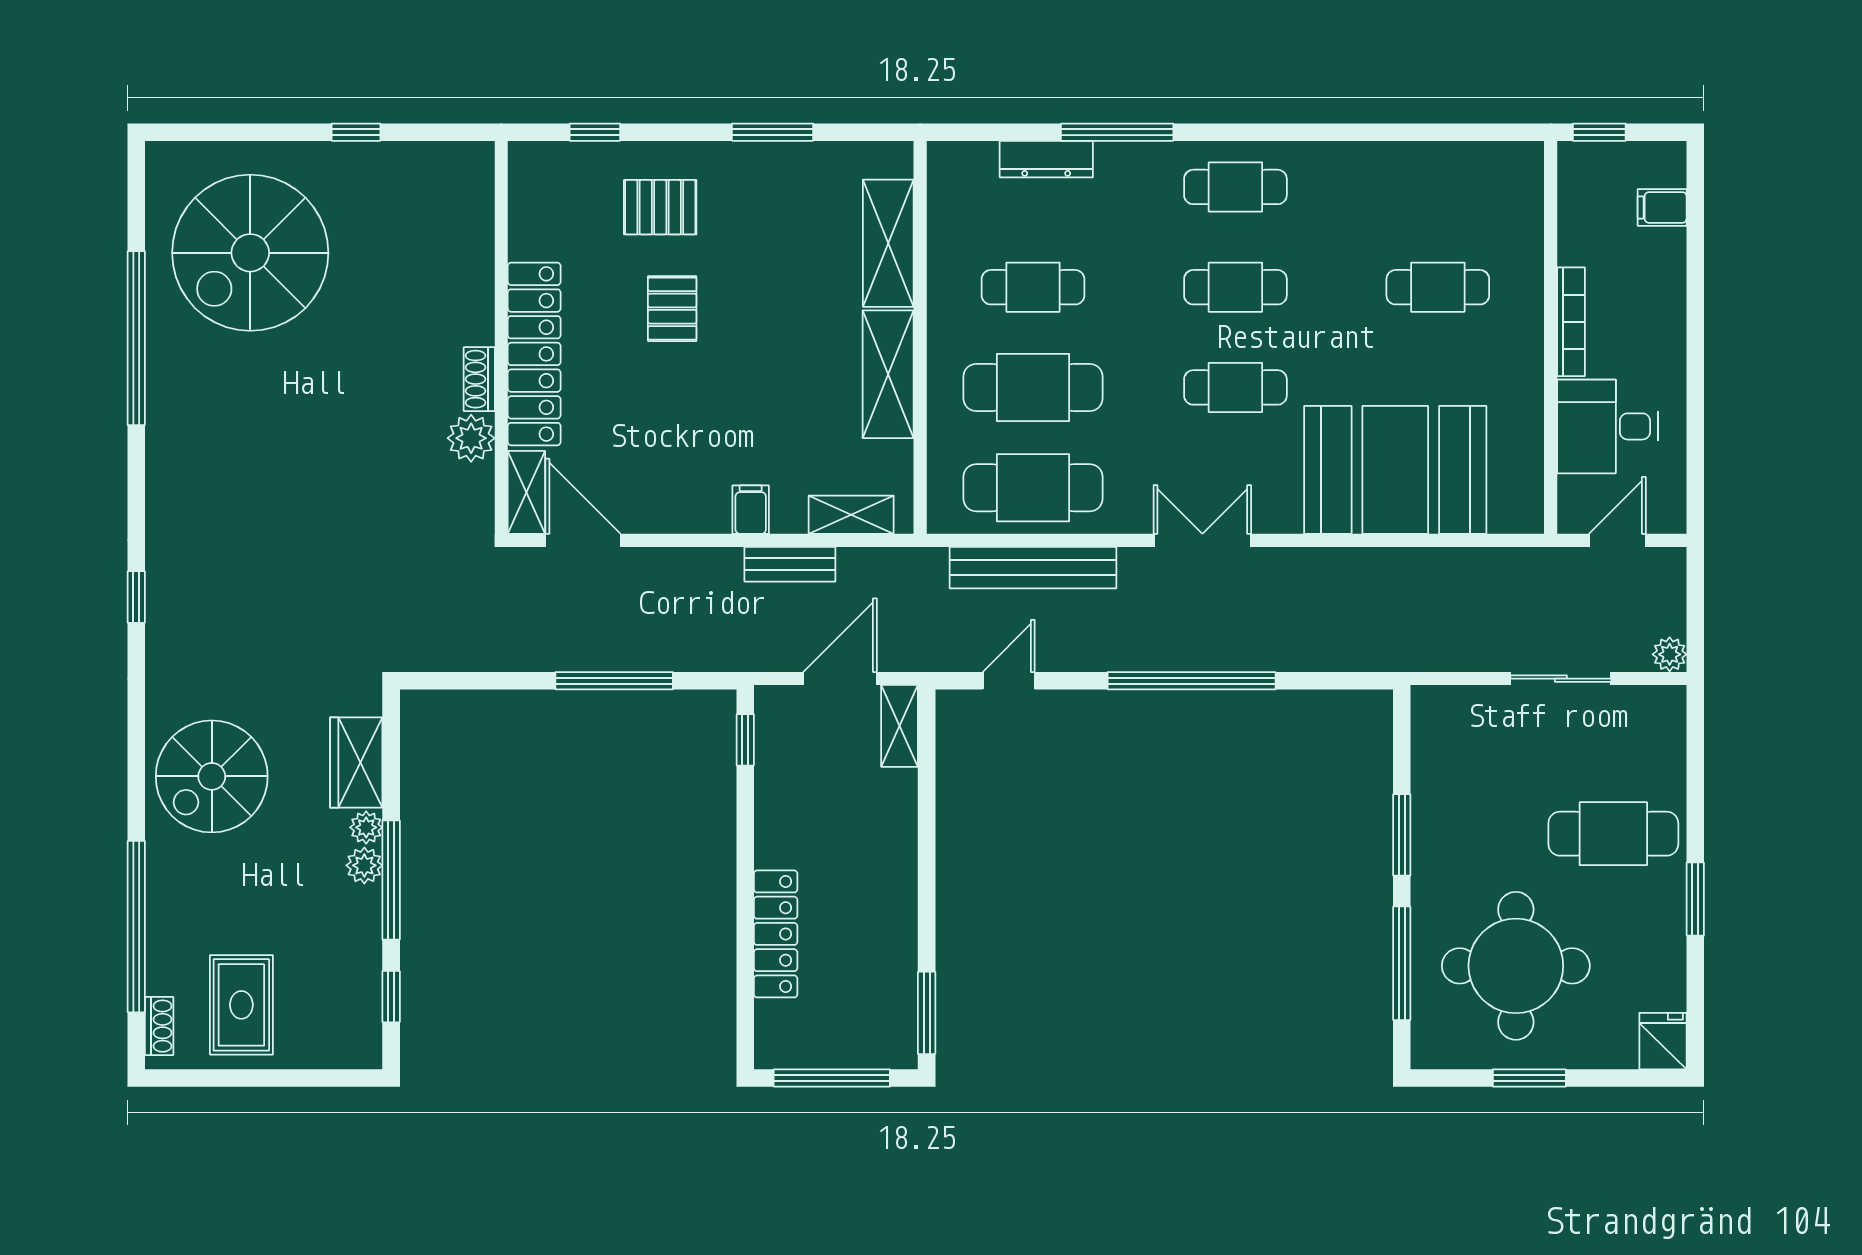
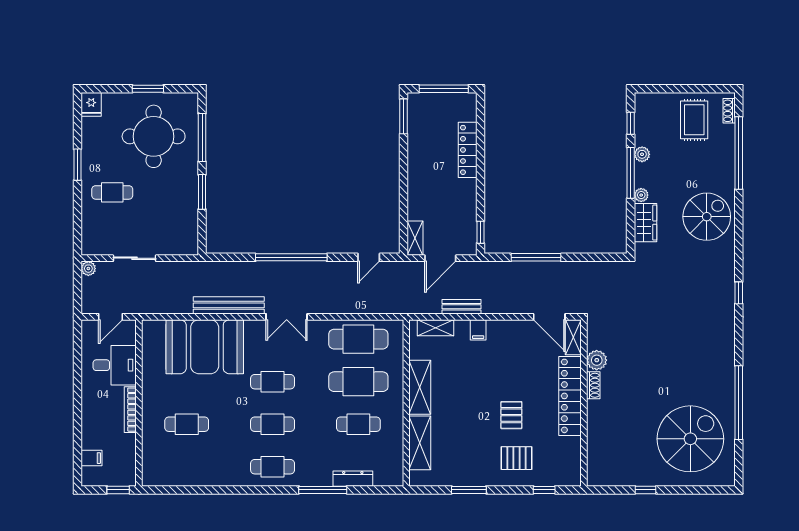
bench: (1033, 568) -> (229, 305), moved
cafe table: (1613, 834) -> (112, 192), width x0.73, depth x0.74
plant: (364, 865) -> (642, 154), moved

